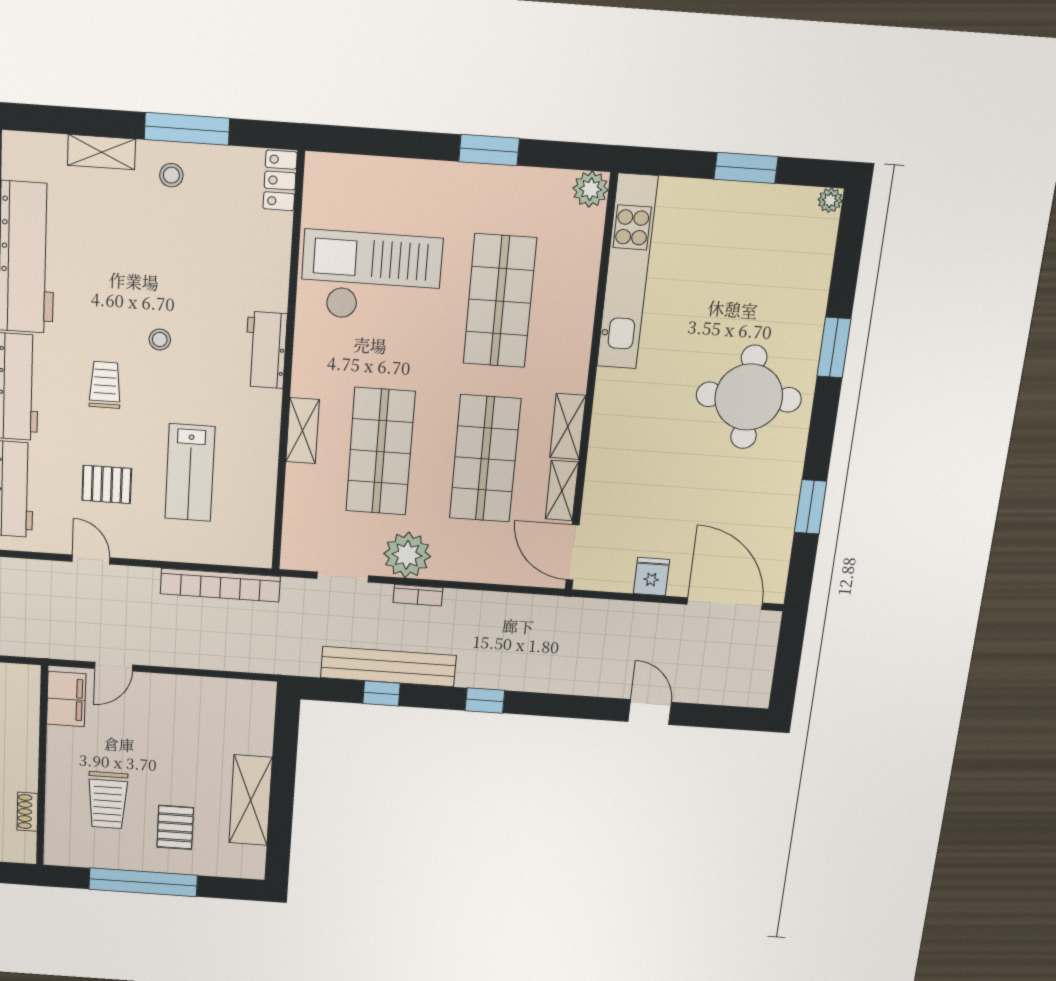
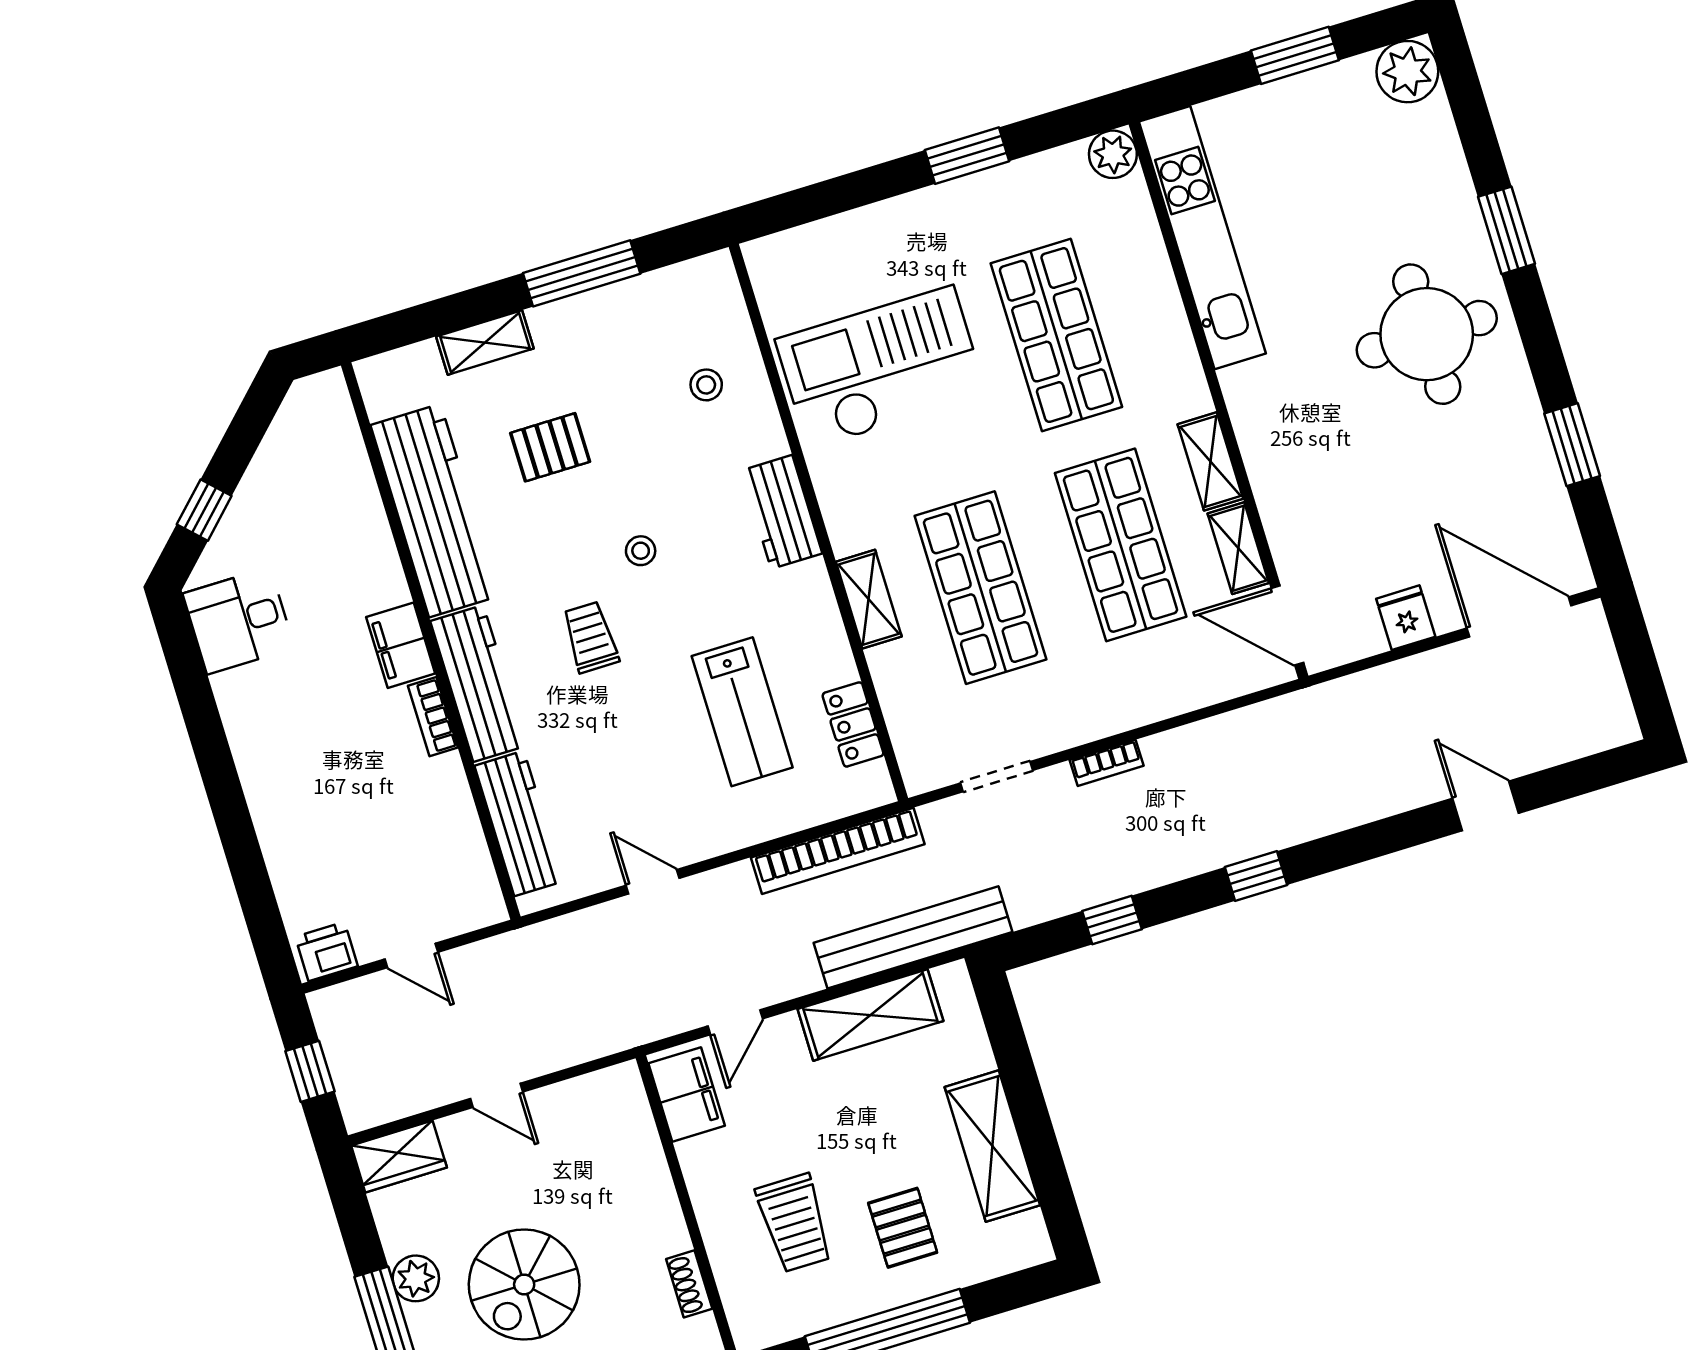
stool: (171, 175) -> (706, 385), moved
locker: (280, 181) -> (853, 724), moved
plant: (830, 200) -> (1407, 72), width x1.88, depth x1.88
pallet: (107, 484) -> (550, 447), moved
plant: (407, 555) -> (1070, 713), removed
bench: (388, 667) -> (913, 937), moved
shelving: (203, 694) -> (870, 1015), added

